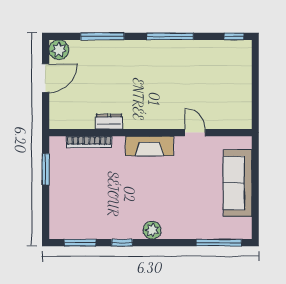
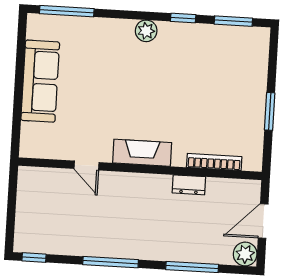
dresser: (109, 122) -> (189, 185), moved
wall: (150, 133) -> (140, 169), moved
door: (195, 133) -> (86, 165), moved
bookcase: (89, 142) -> (214, 162), moved
fireplace: (149, 146) -> (142, 153), moved

